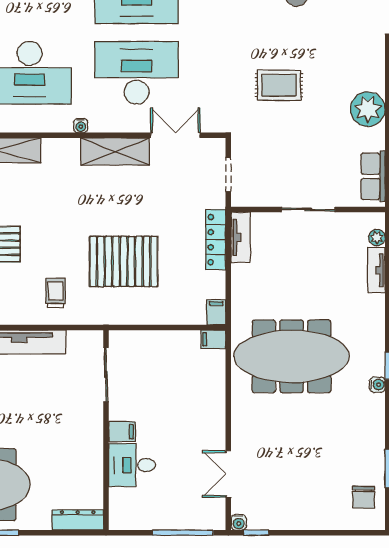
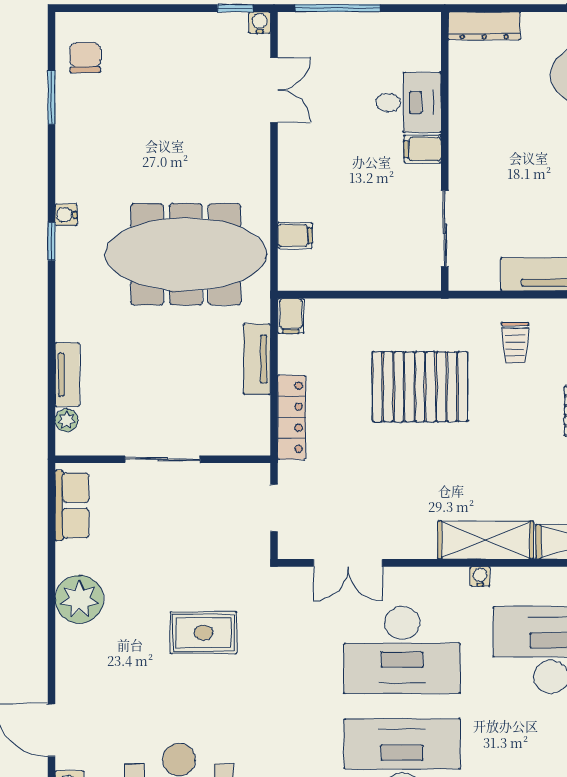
shelving: (115, 152) -> (486, 540), moved
tv unit: (241, 237) -> (257, 359), moved
filing cabinet: (213, 339) -> (295, 236), moved

